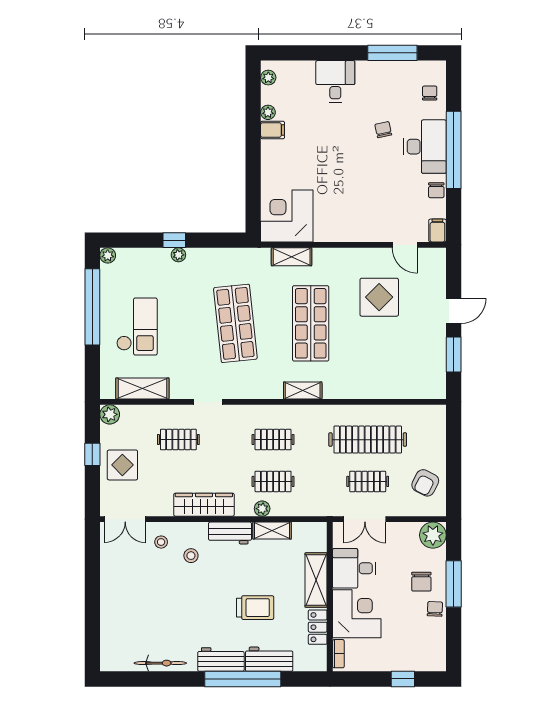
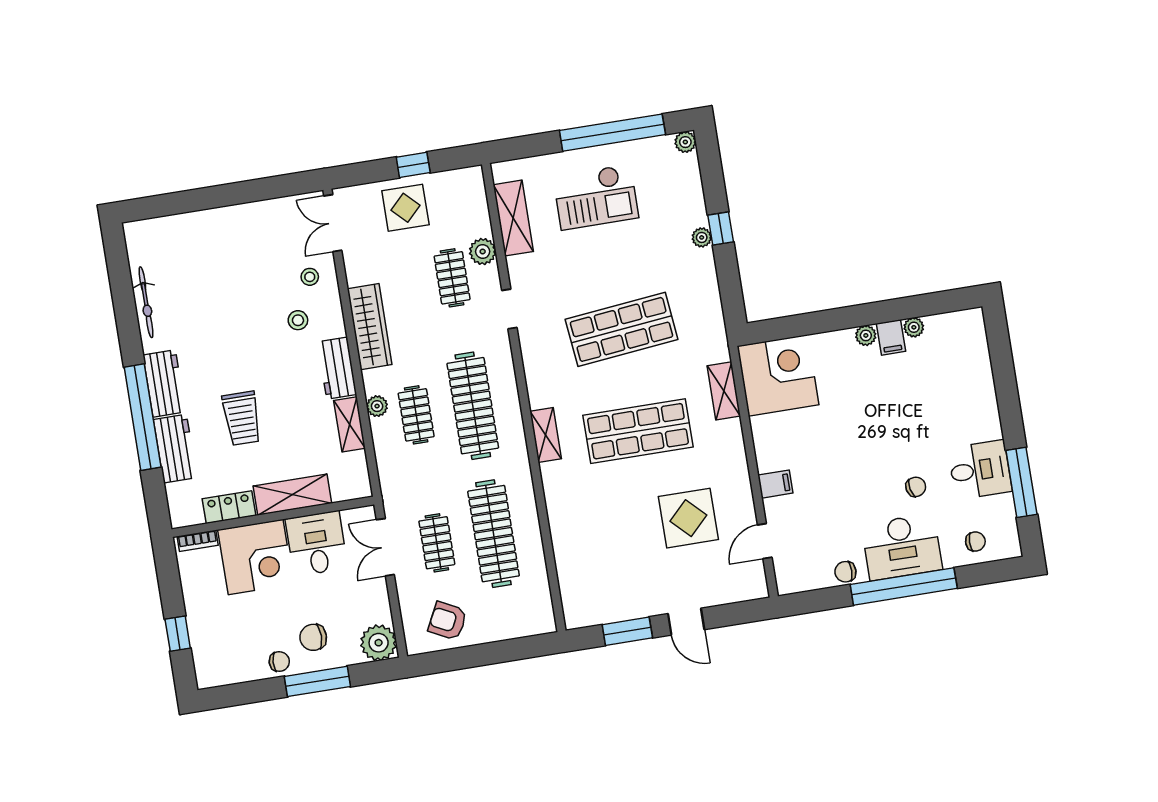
plant: (268, 78) -> (866, 335), moved
desk: (335, 81) -> (980, 470), moved
filing cabinet: (437, 231) -> (775, 484), moved
plant: (110, 414) -> (483, 251), moved
clothes rail: (273, 440) -> (473, 406), width x1.86, depth x1.31

